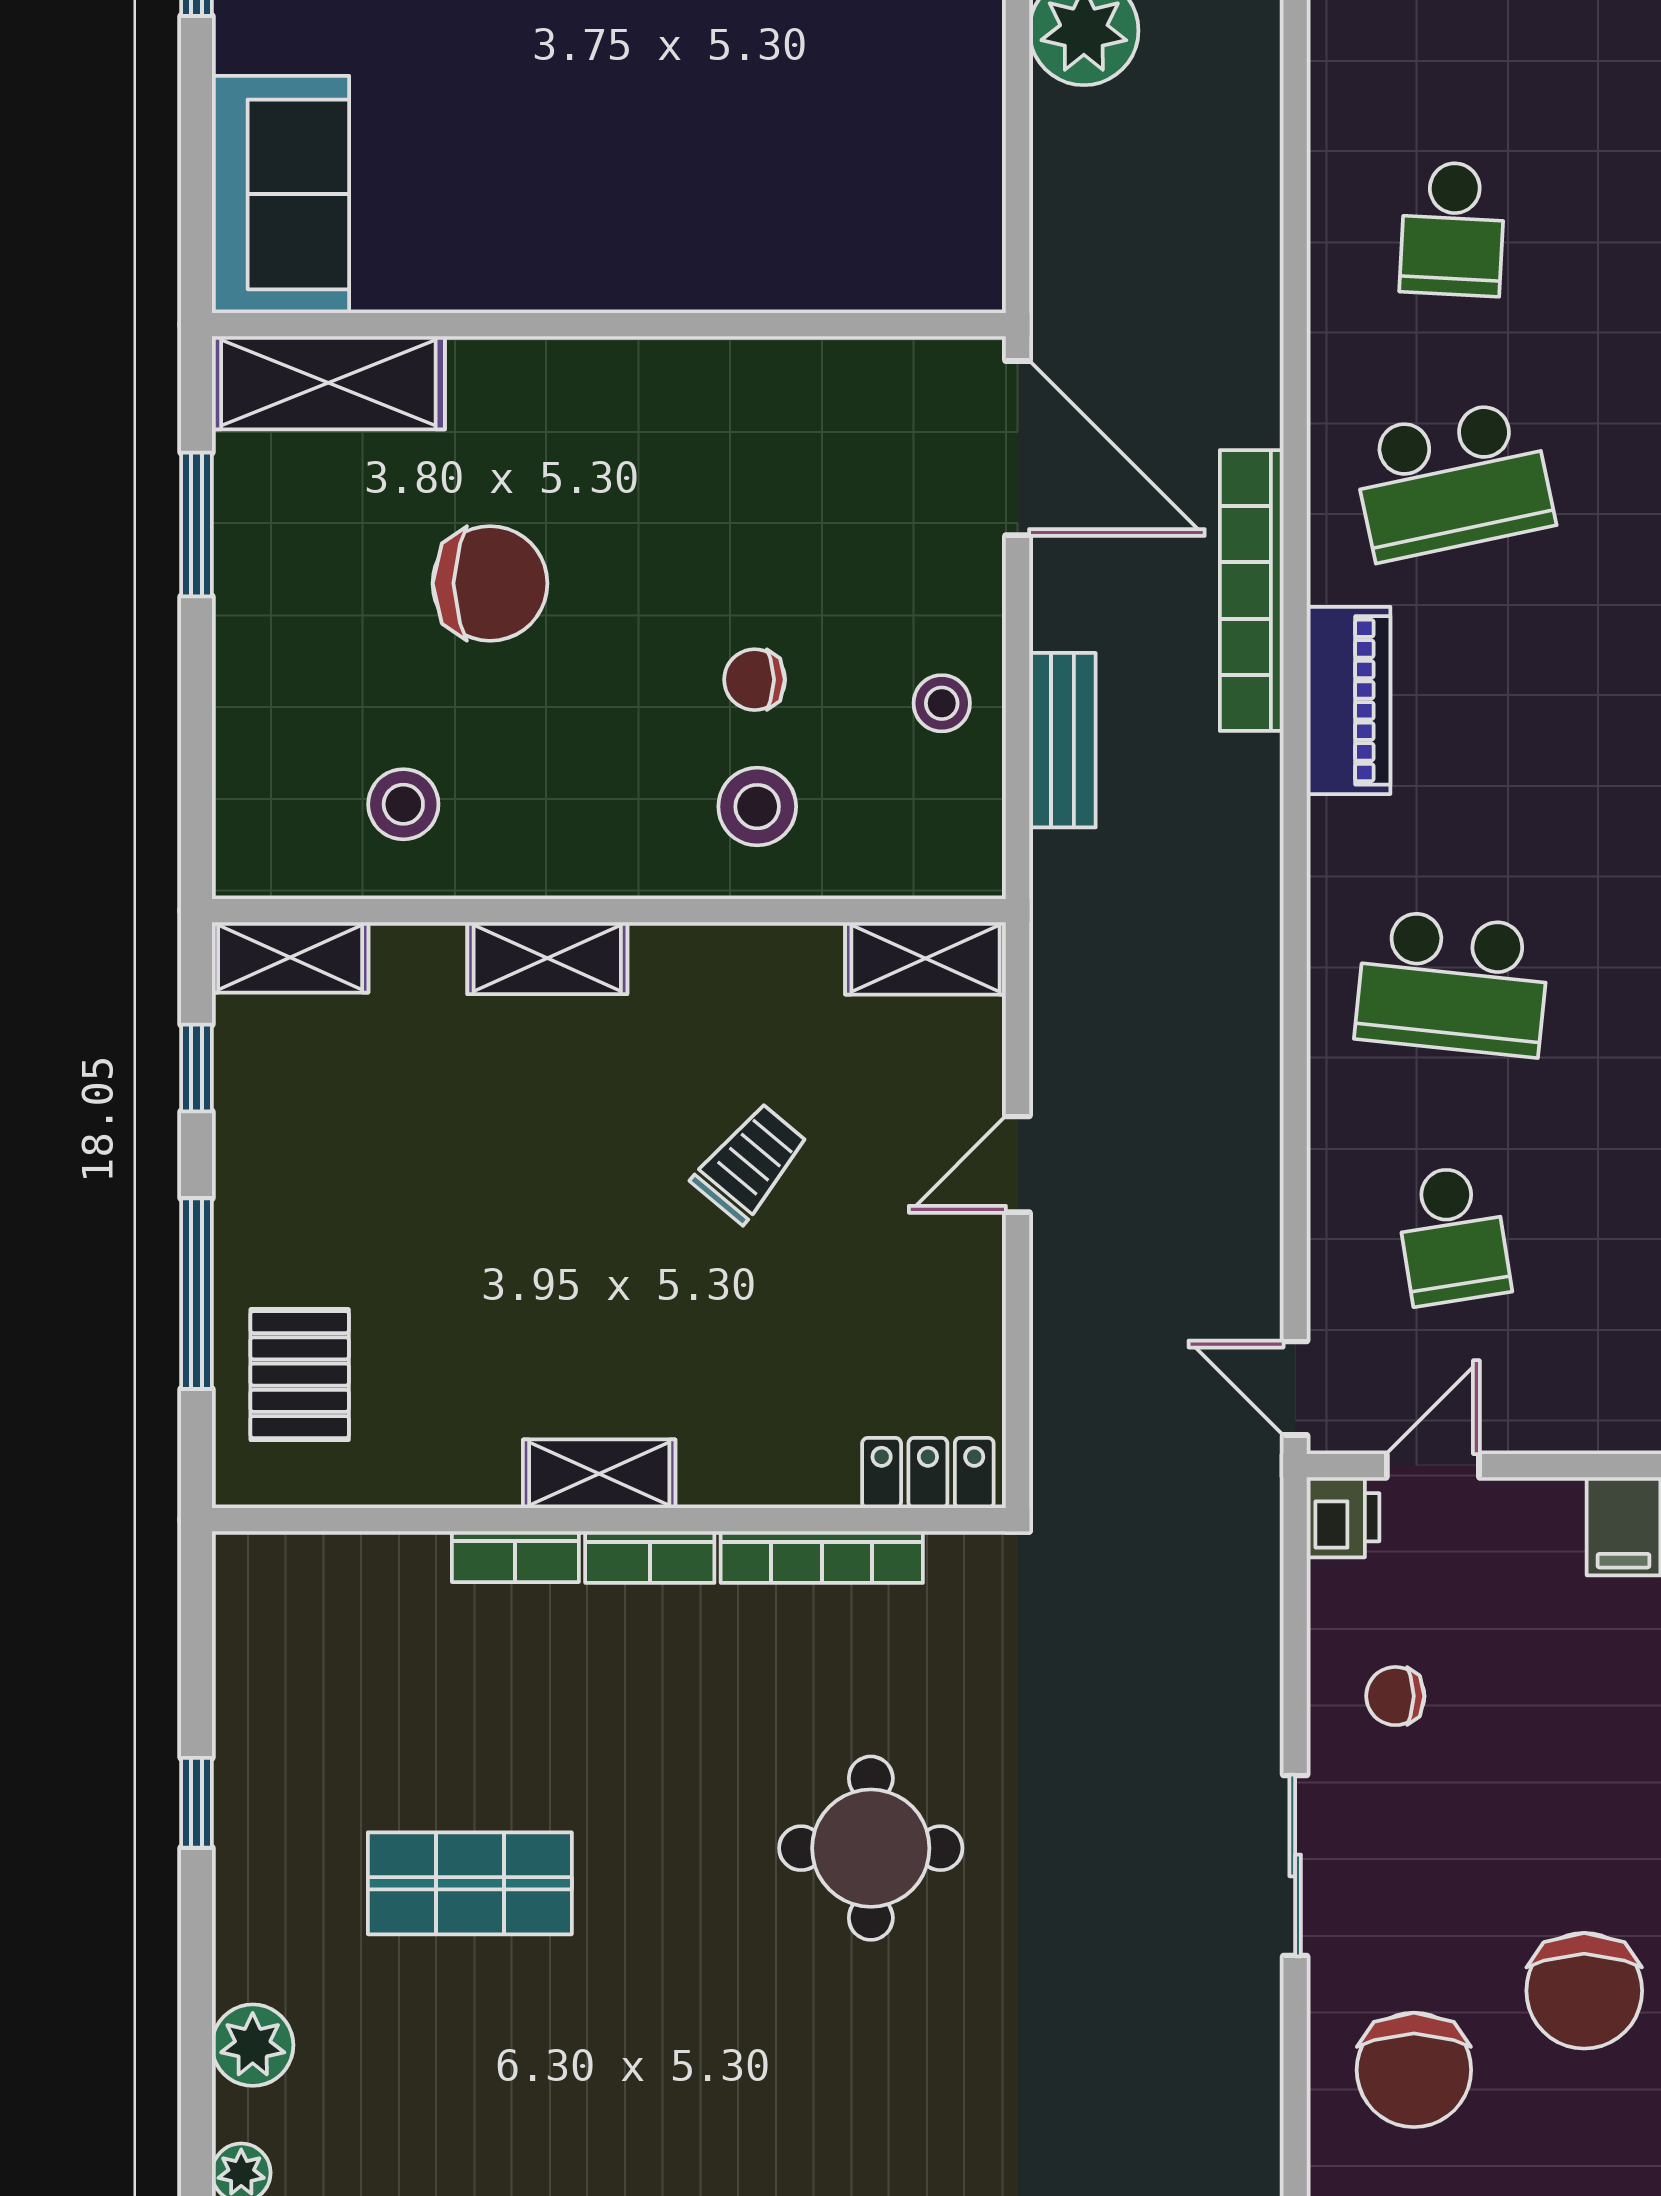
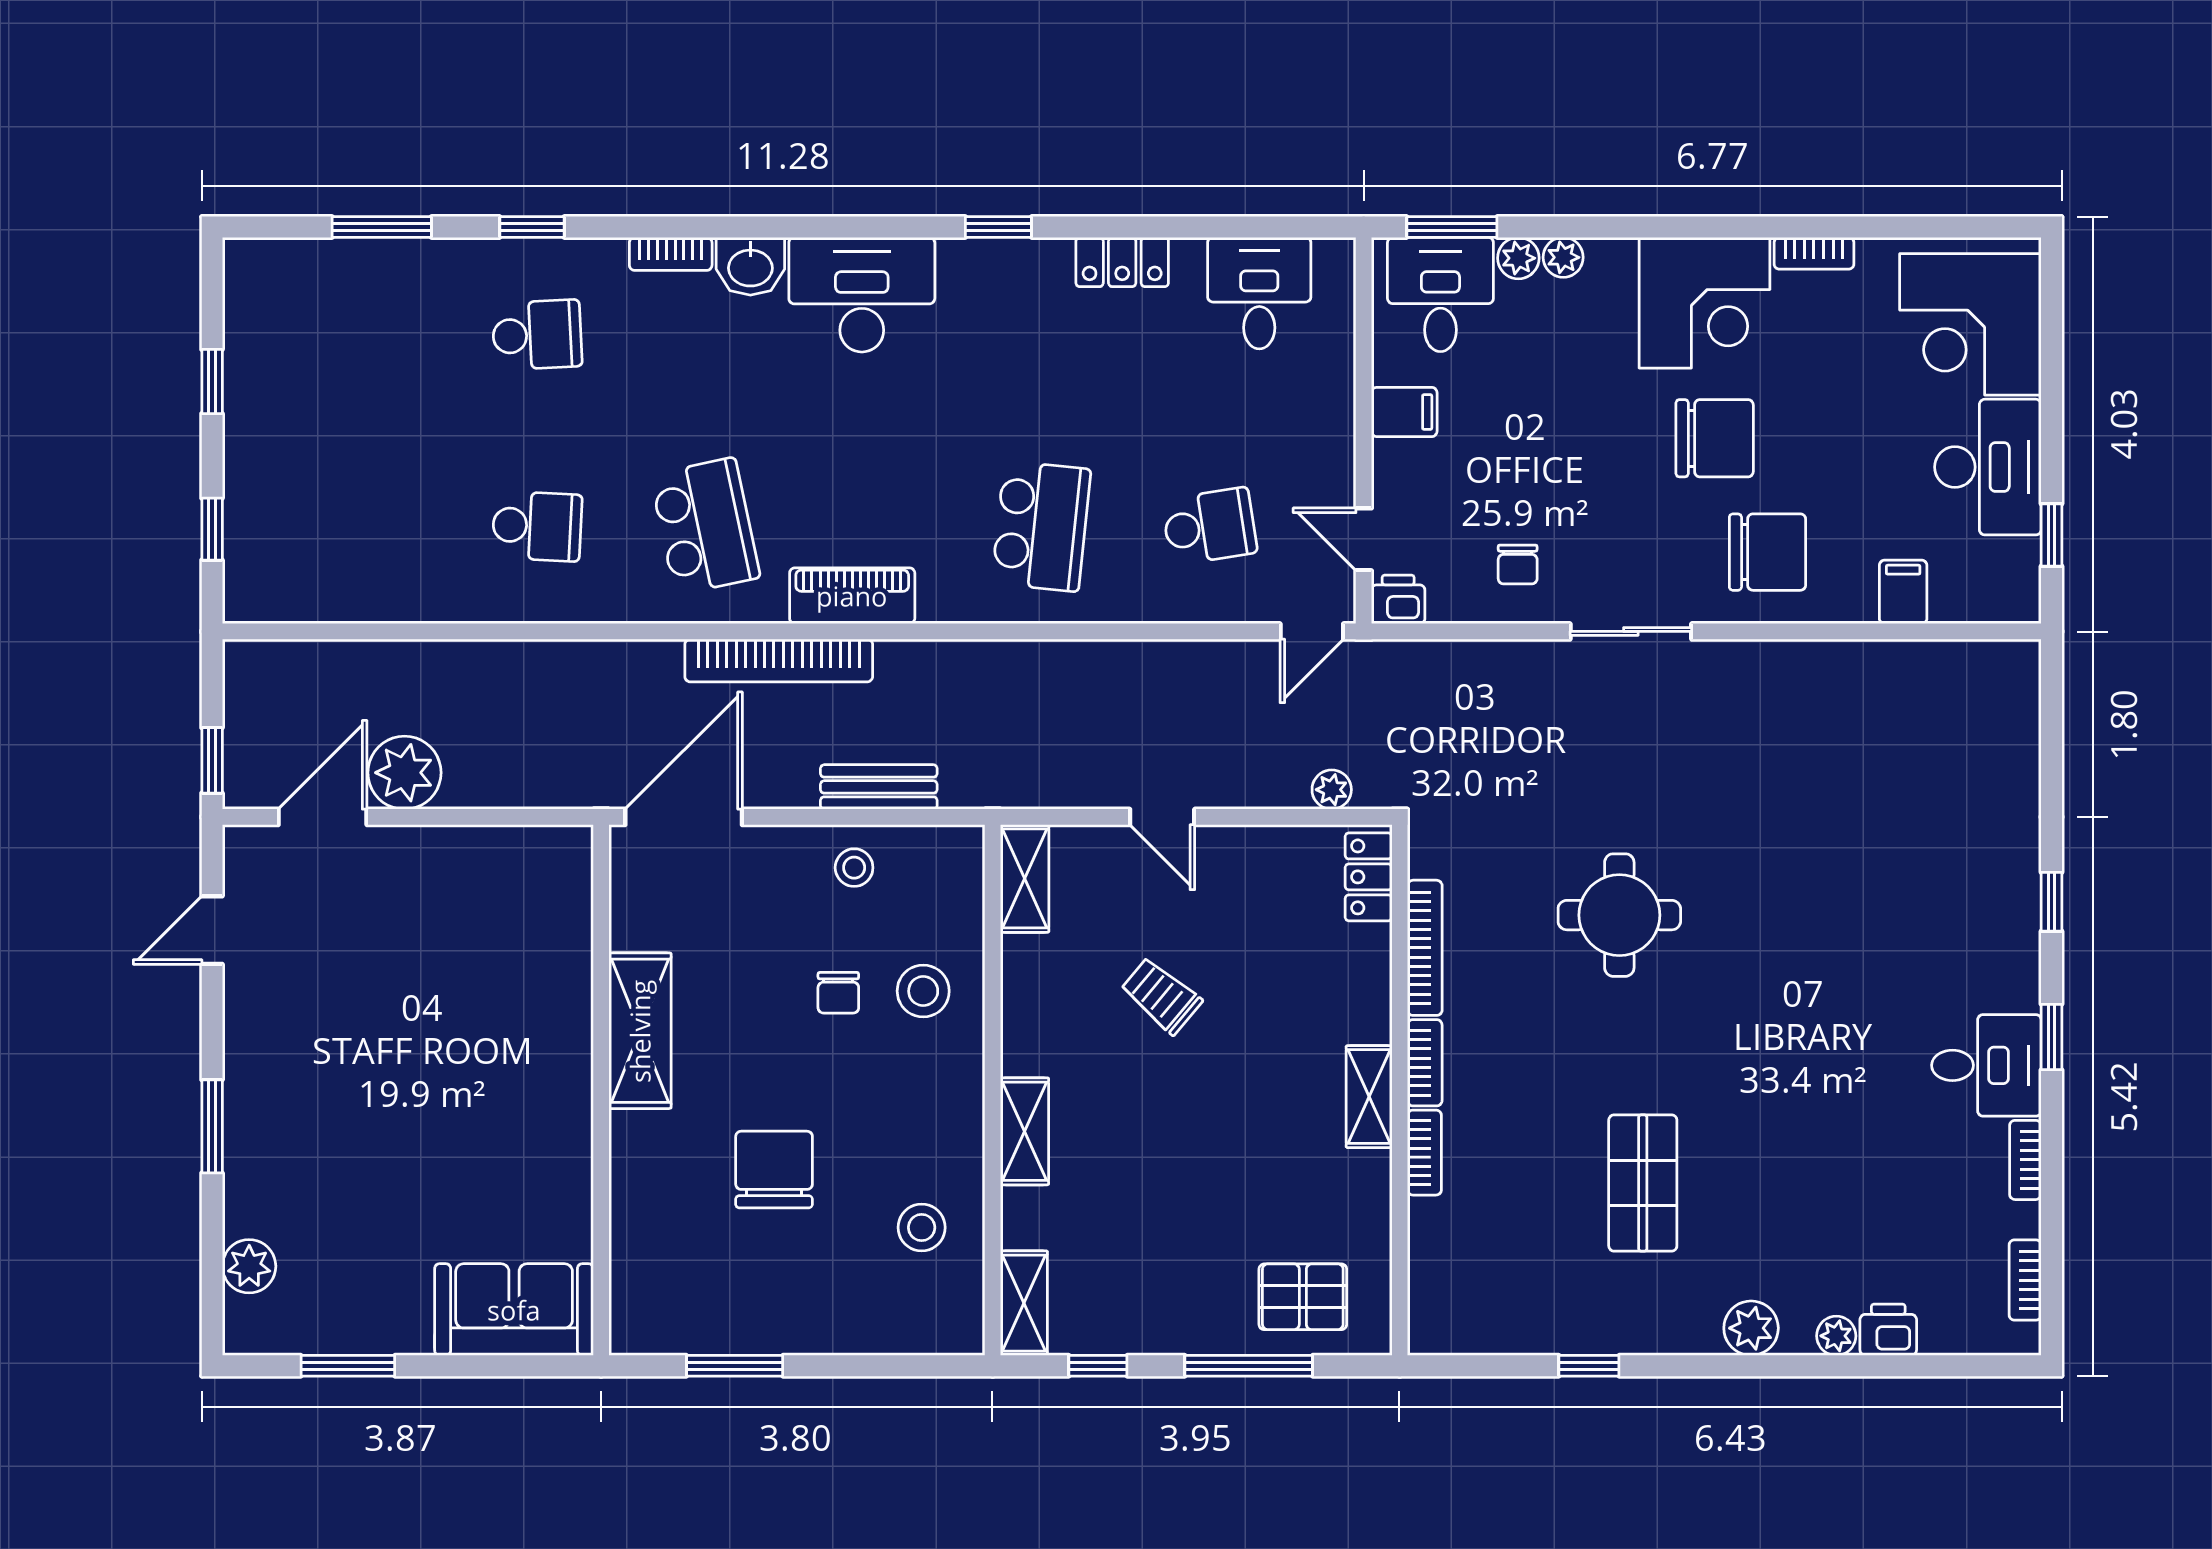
shelving: (328, 383) -> (640, 1031), moved
plant: (1059, 1418) -> (1332, 790), added

